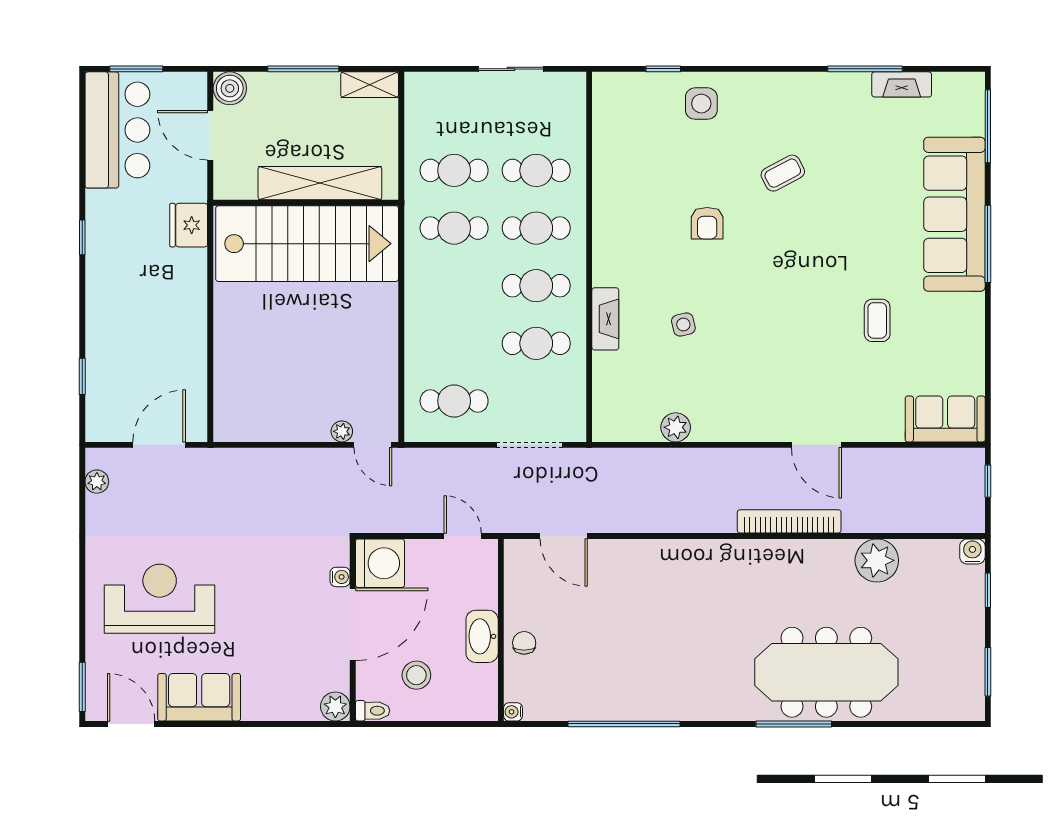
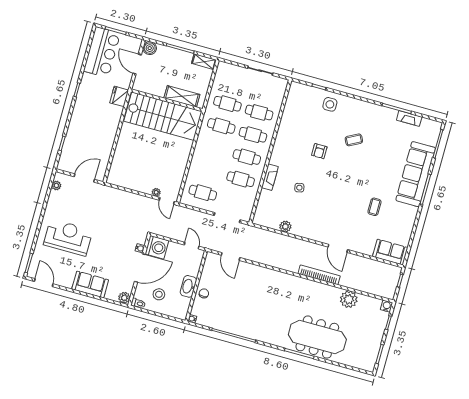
shelving: (320, 183) -> (182, 96), width x0.68
sofa: (199, 697) -> (90, 284), moved

